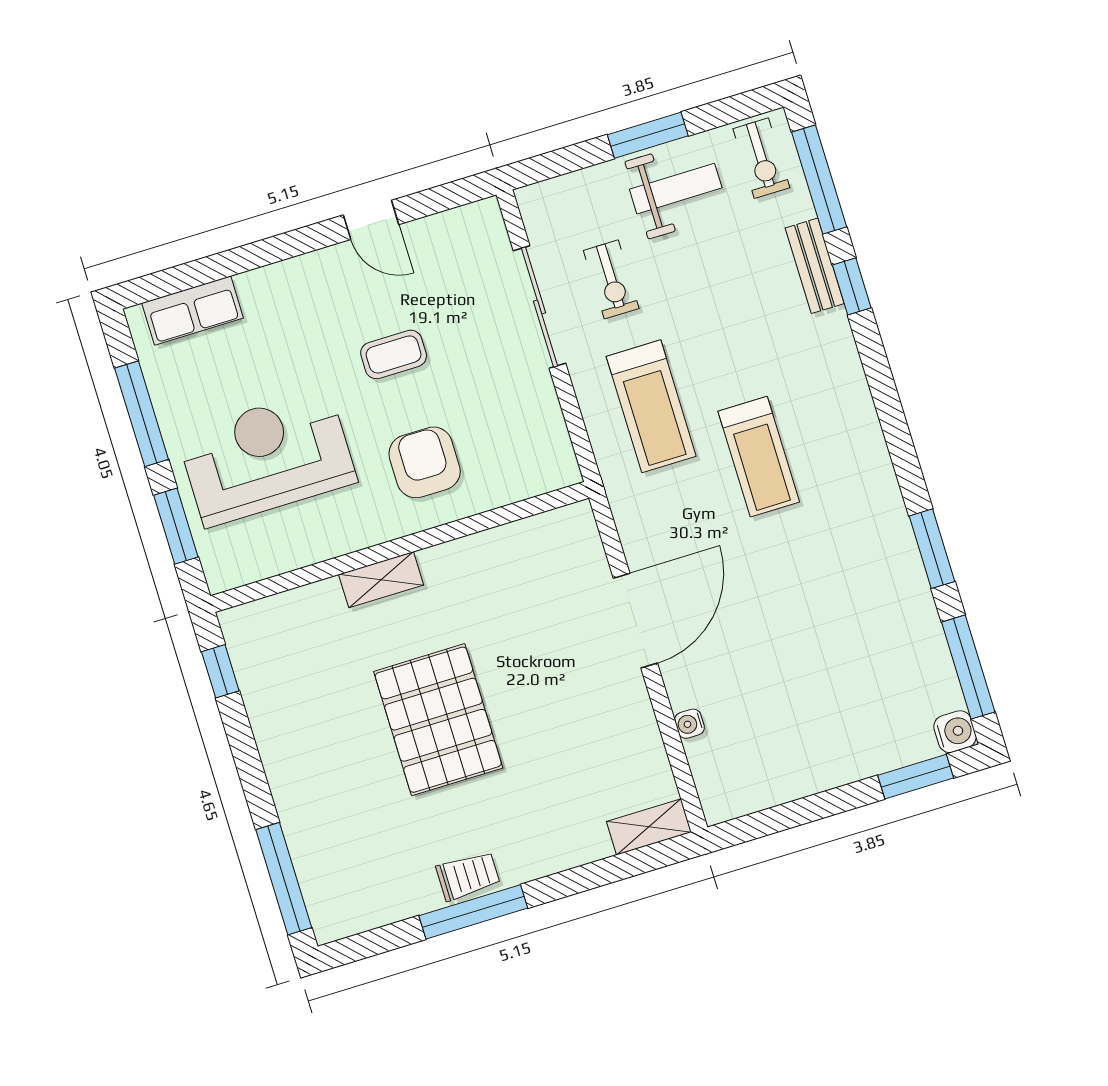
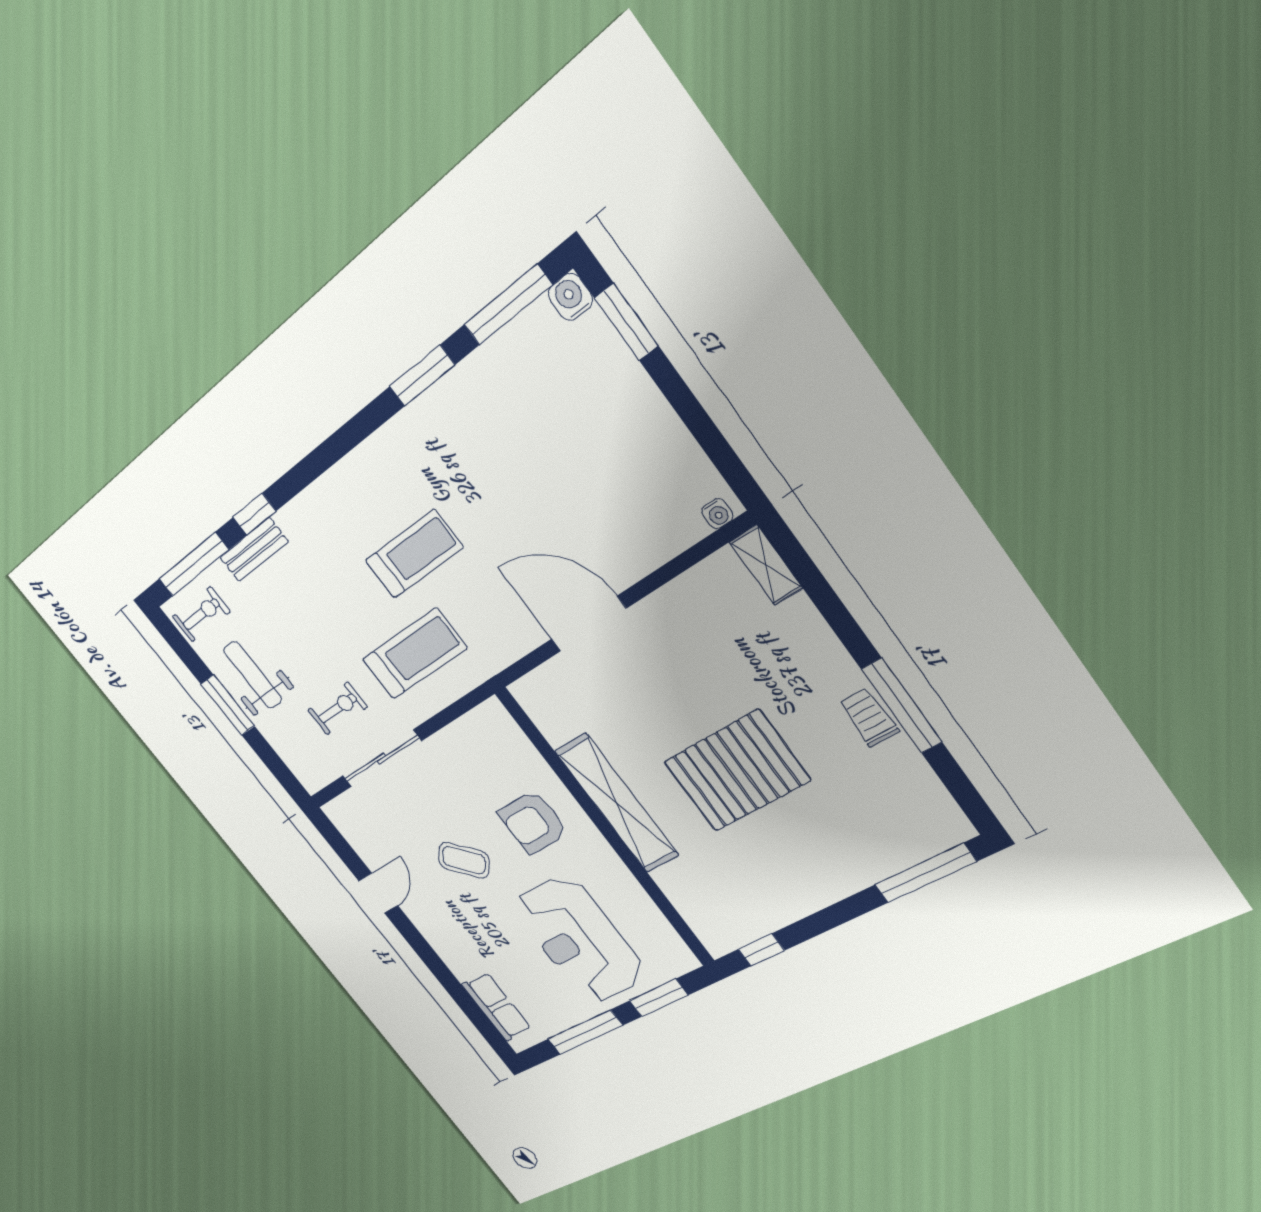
coffee table: (394, 354) -> (464, 860), turned -47
shelving: (381, 580) -> (617, 803), width x2.20, depth x1.33
water cooler: (689, 724) -> (717, 514), moved

